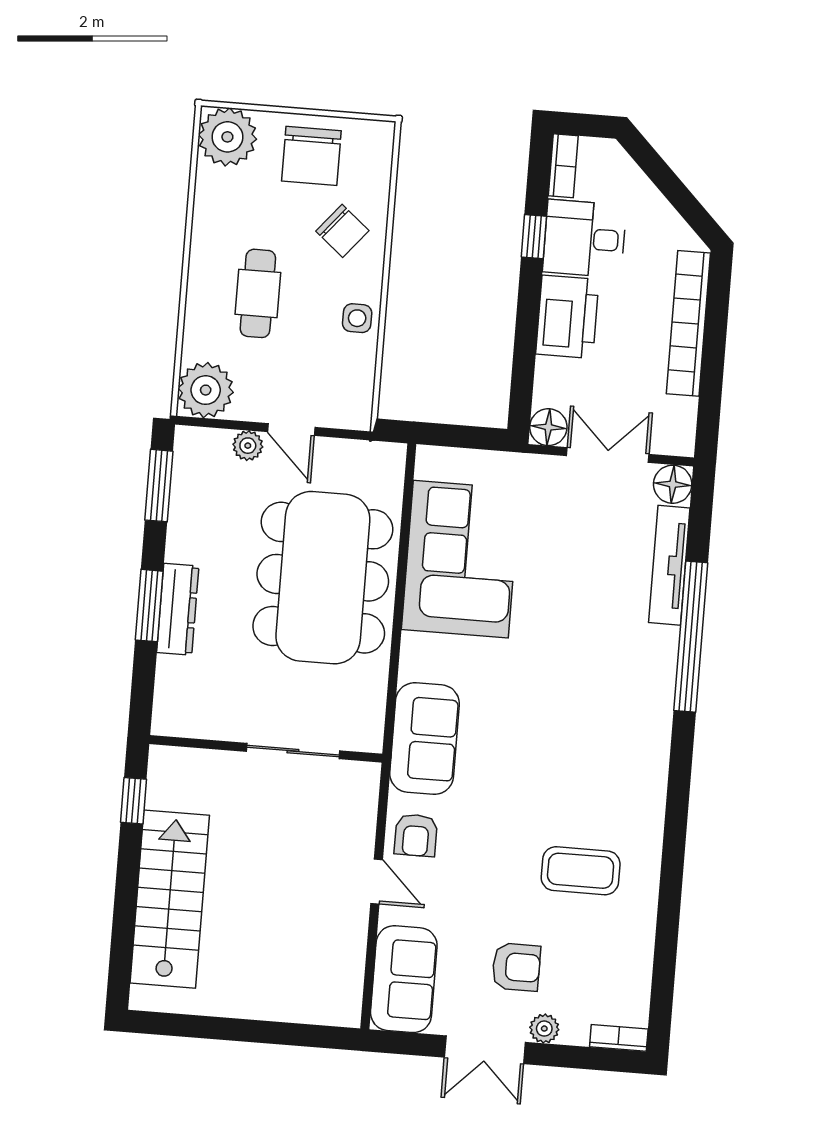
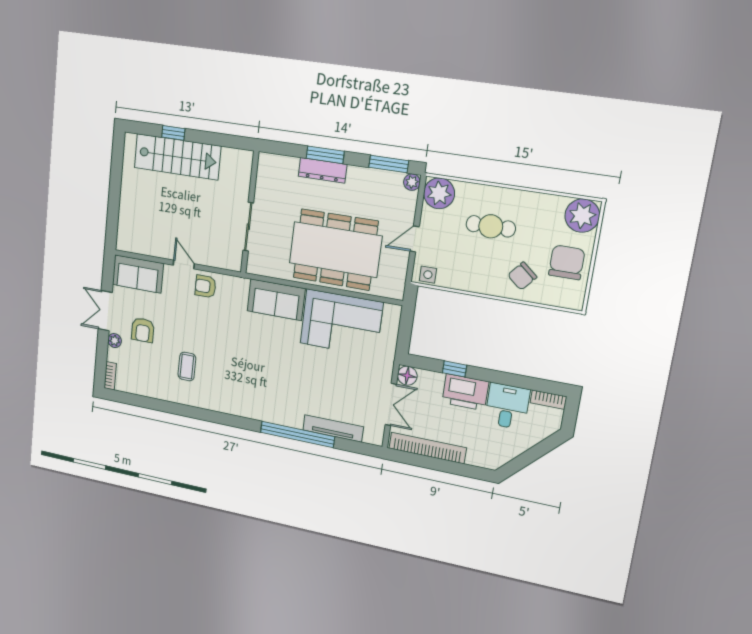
chair: (311, 156) -> (567, 262), turned 90
window: (534, 237) -> (454, 369), moved
side table: (357, 318) -> (428, 275), moved
bookcase: (688, 323) -> (427, 448), moved
plant: (248, 446) -> (412, 182), moved
floor lamp: (673, 484) -> (374, 435), removed
sofa: (425, 739) -> (276, 300), moved
window: (134, 801) -> (173, 133), moved
coffee table: (581, 871) -> (187, 367), width x0.73, depth x0.77
door: (377, 882) -> (184, 264), swing flipped

